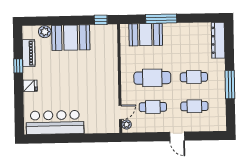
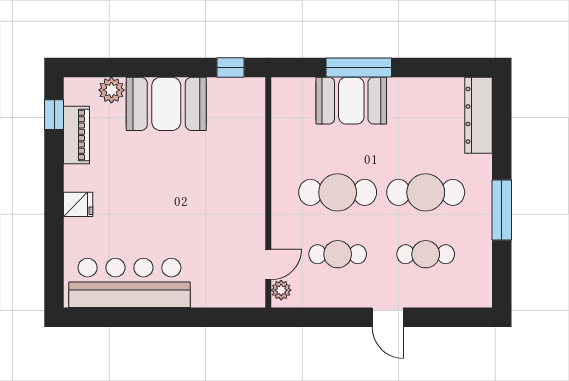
booth: (146, 35) -> (351, 101), moved
window: (18, 66) -> (54, 115), moved
cafe table: (194, 77) -> (426, 192), width x1.37, depth x1.35

